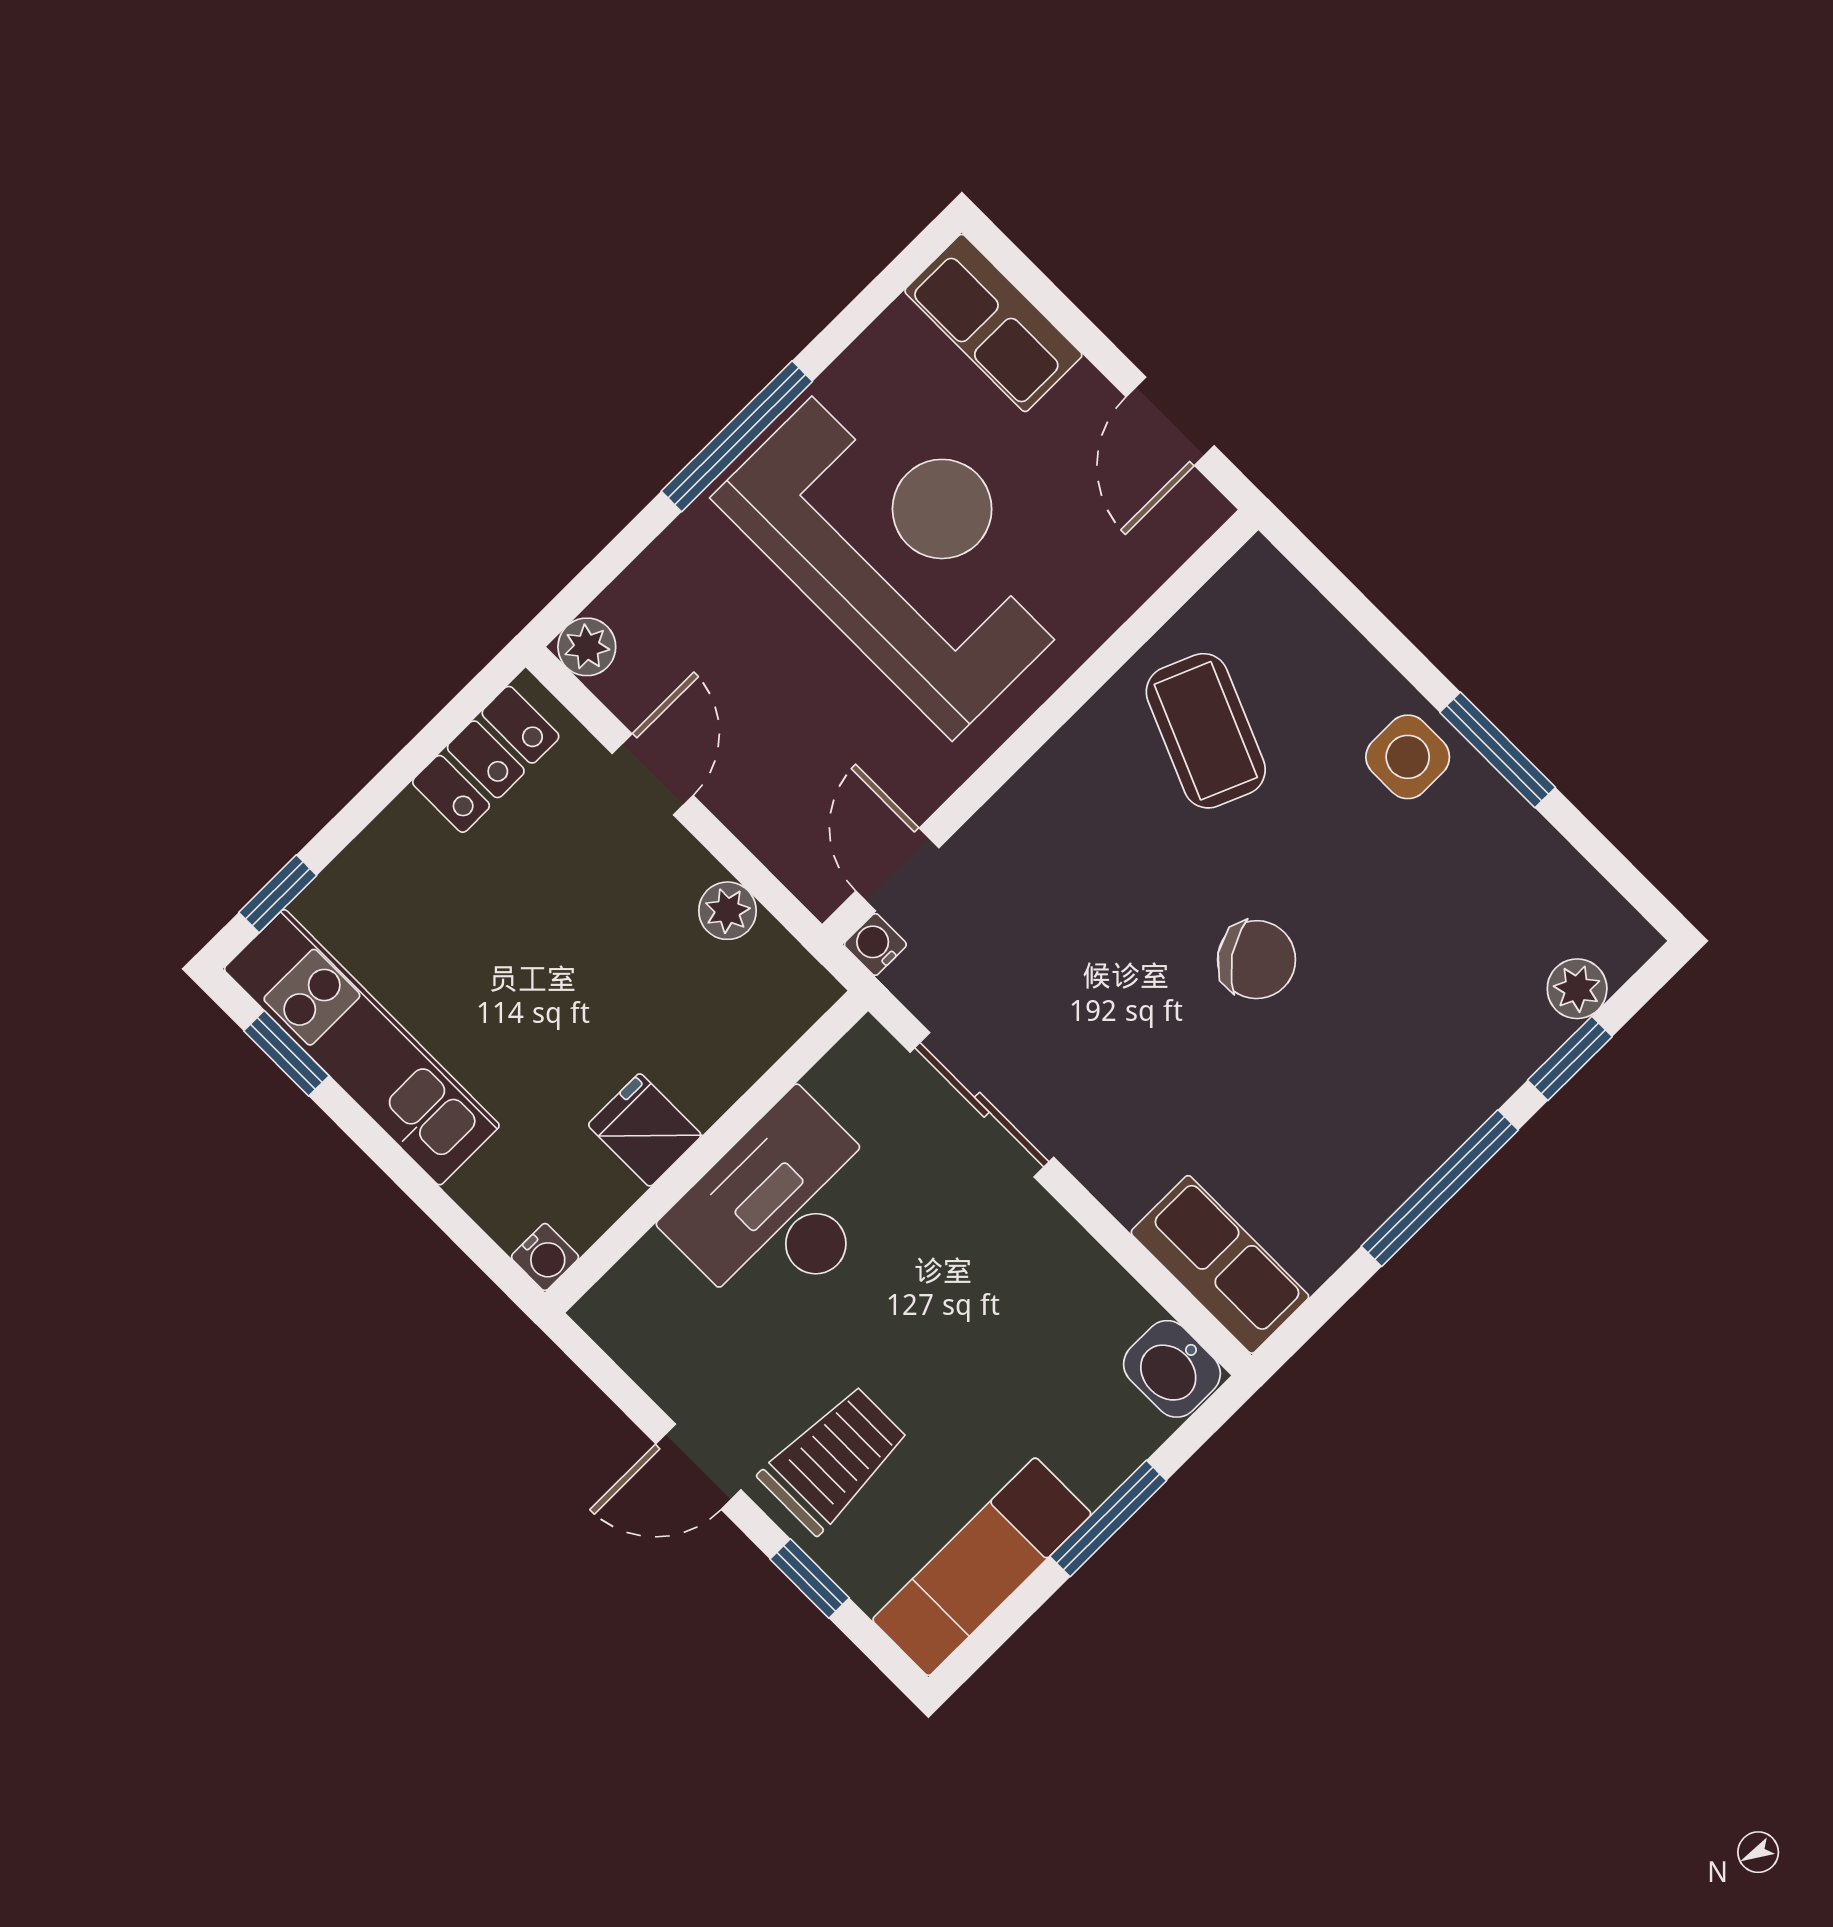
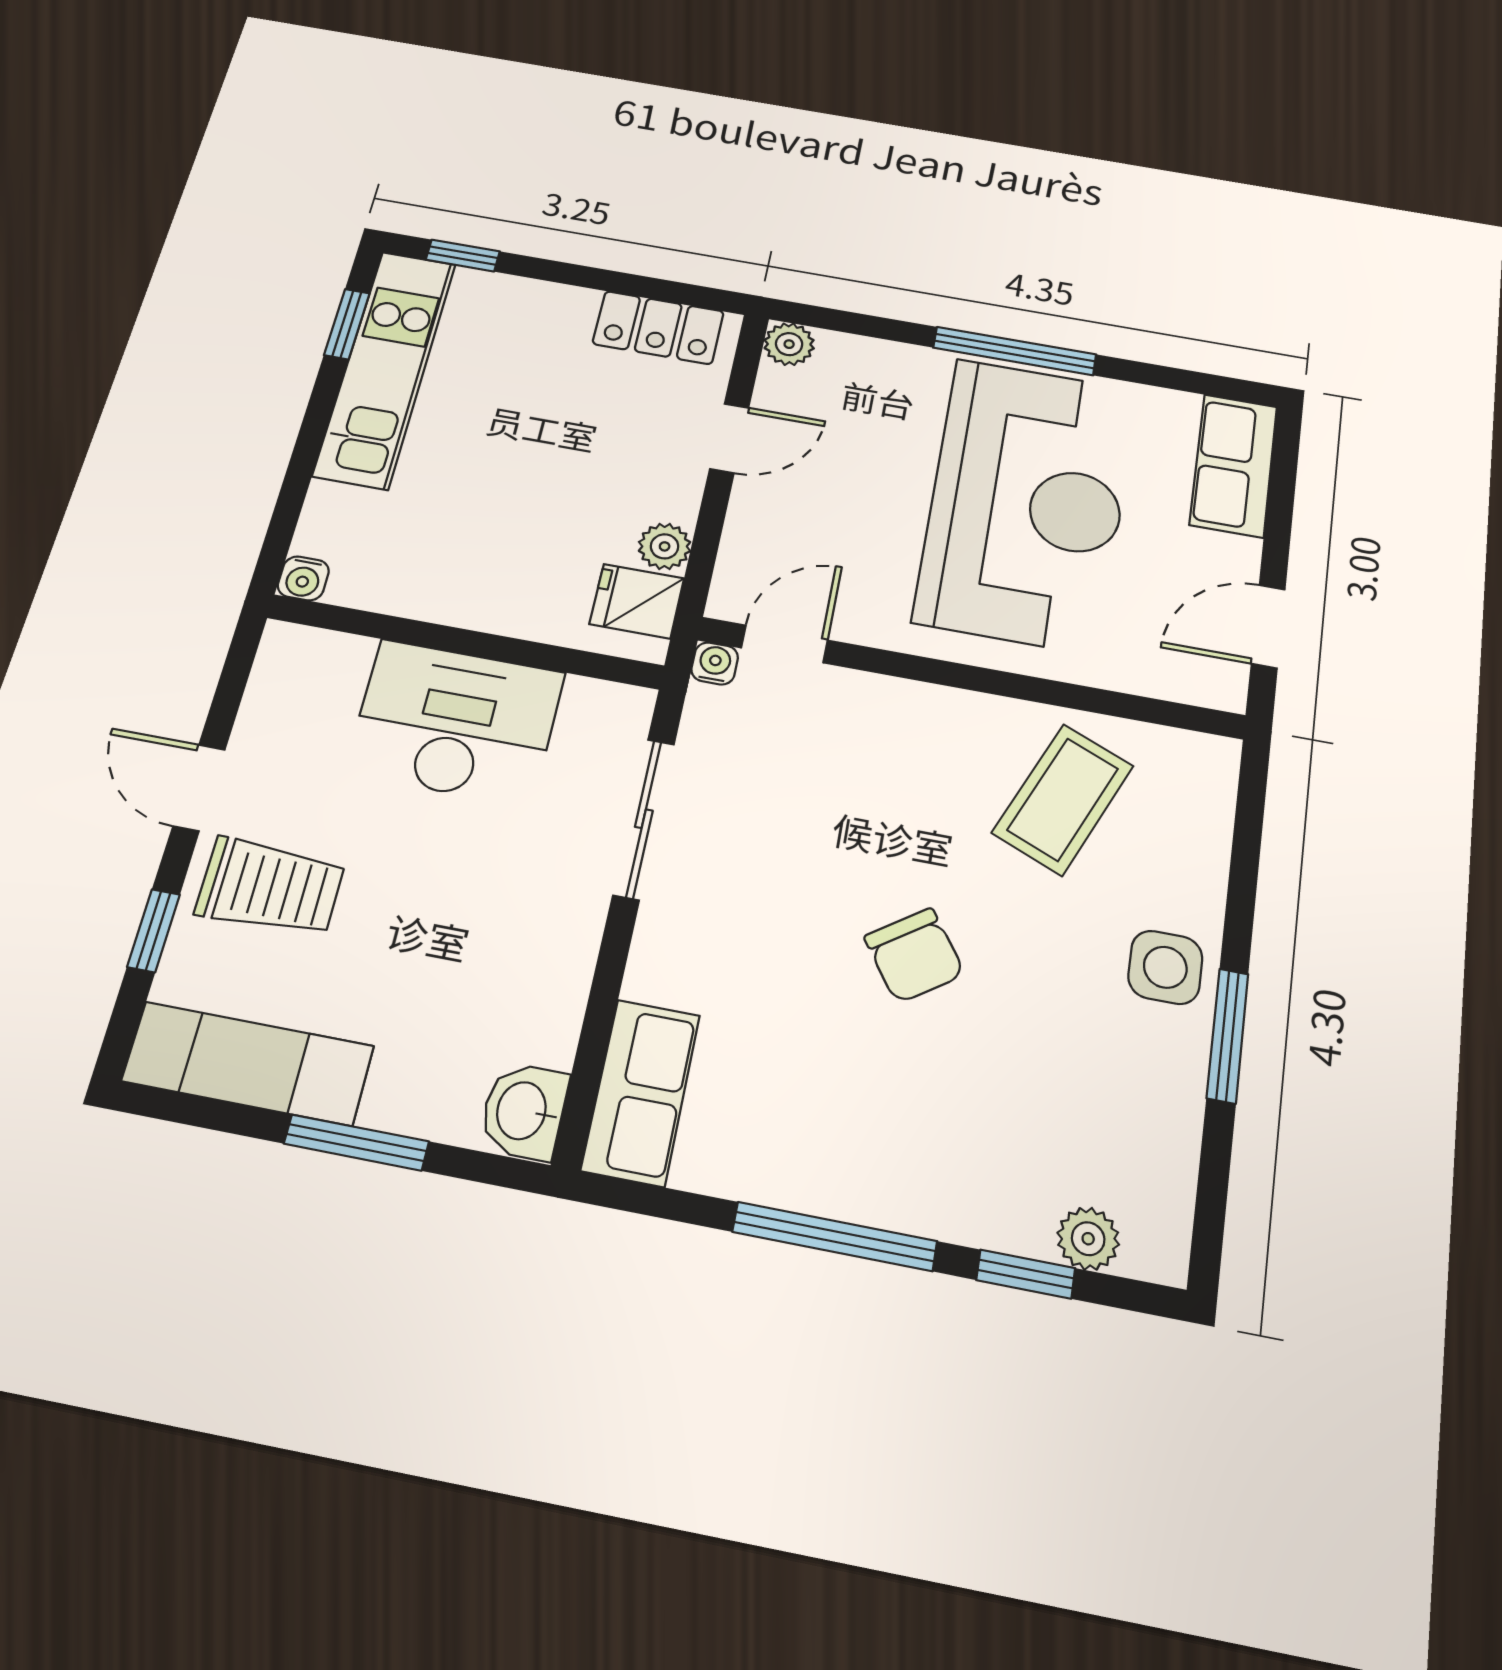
fridge: (645, 1130) -> (637, 601), moved, turned -90

